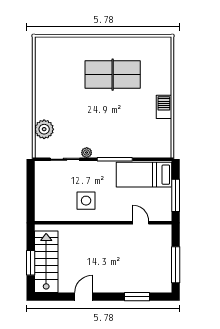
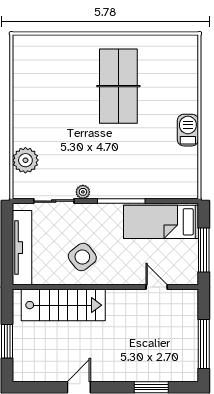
table tennis table: (113, 75) -> (118, 86), turned 90
tv unit: (42, 194) -> (22, 248), added
side table: (86, 201) -> (82, 257), turned -38
stairs: (46, 262) -> (63, 305), moved, turned 90

